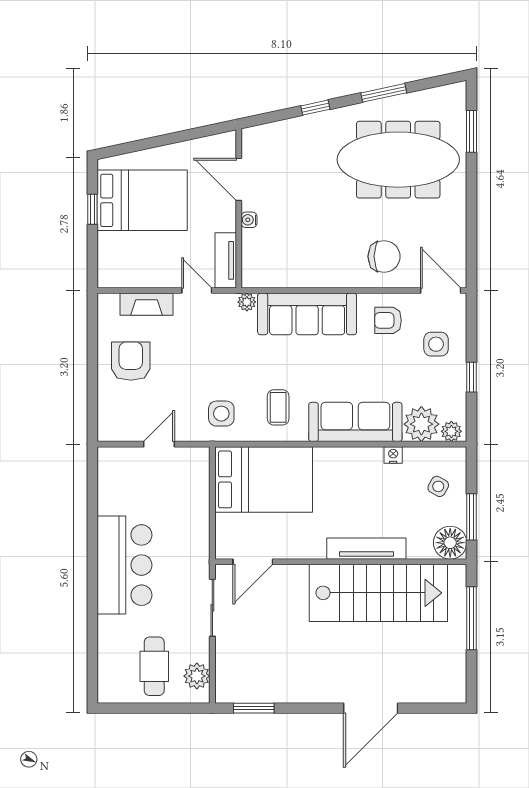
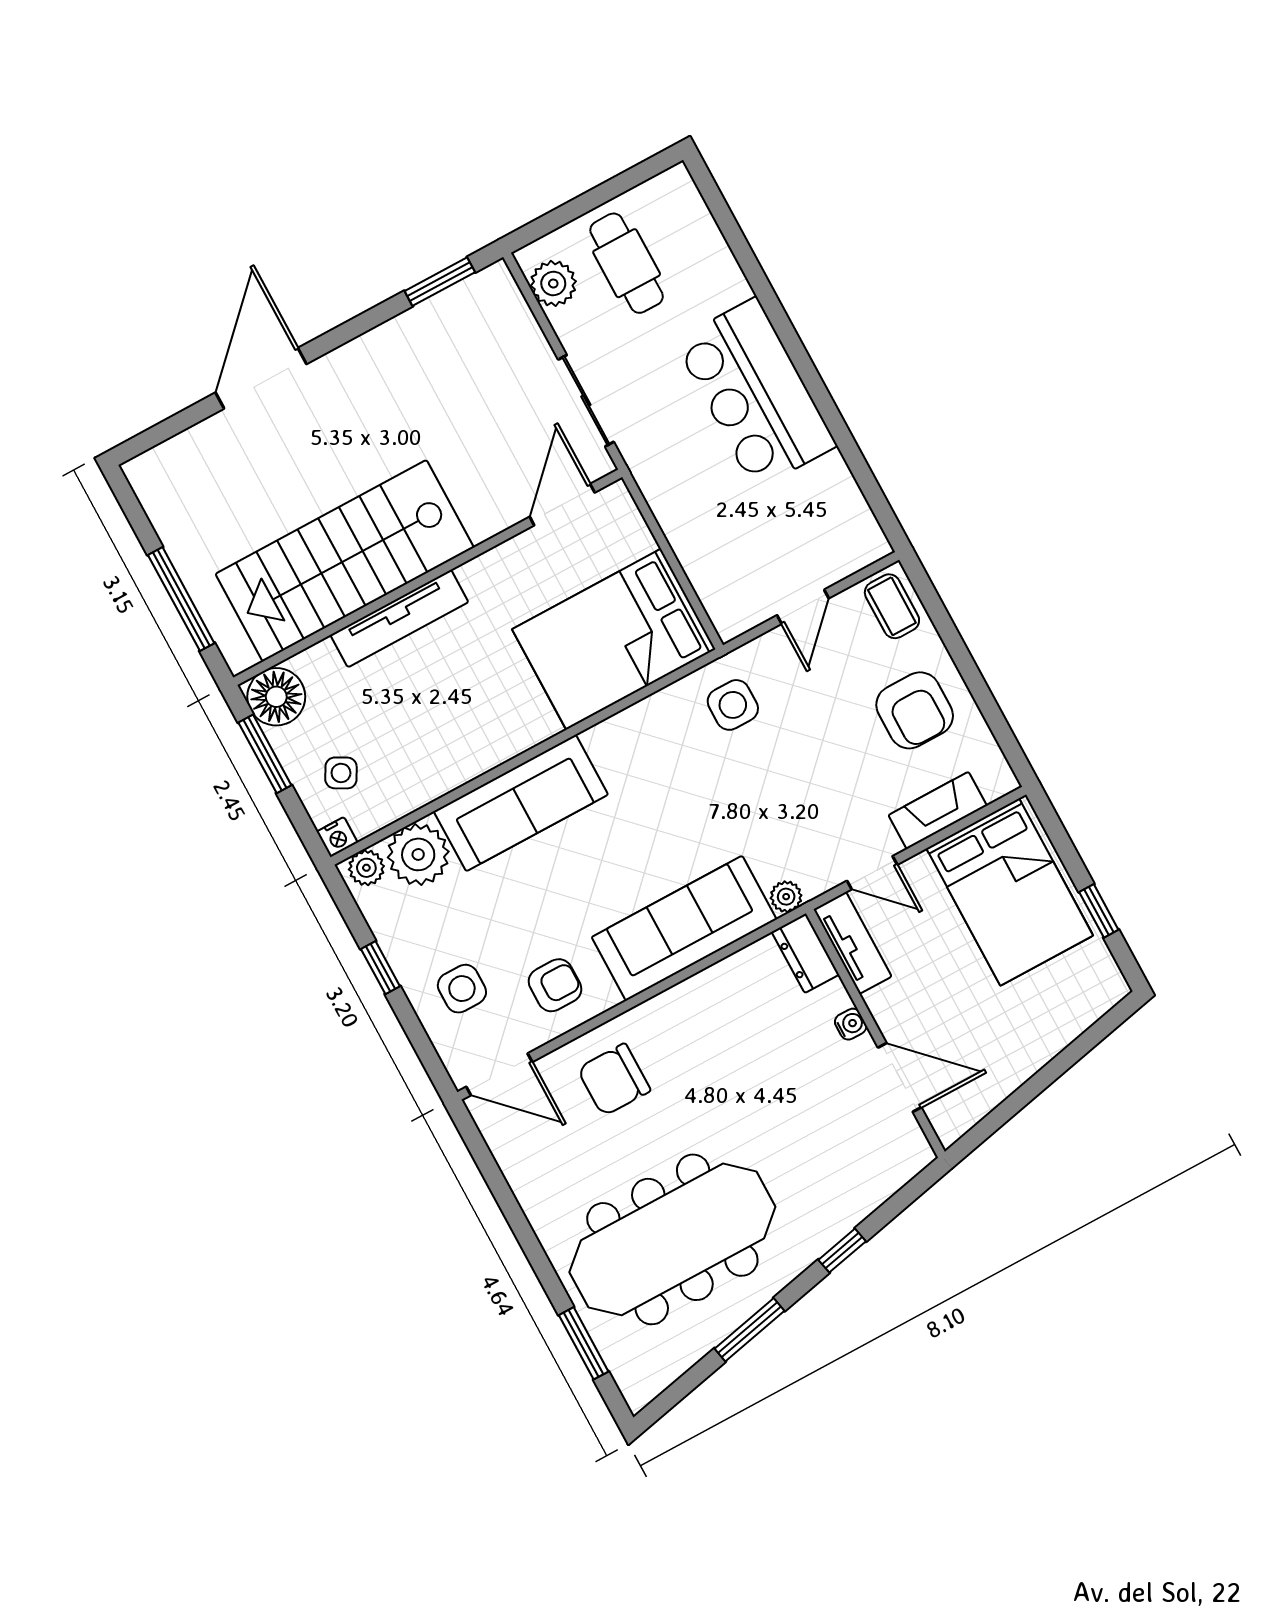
bed: (142, 200) -> (1010, 892), moved, turned -90
dresser: (252, 268) -> (805, 953), added
coffee table: (278, 407) -> (892, 606), moved
nightstand: (393, 455) -> (337, 837), moved

